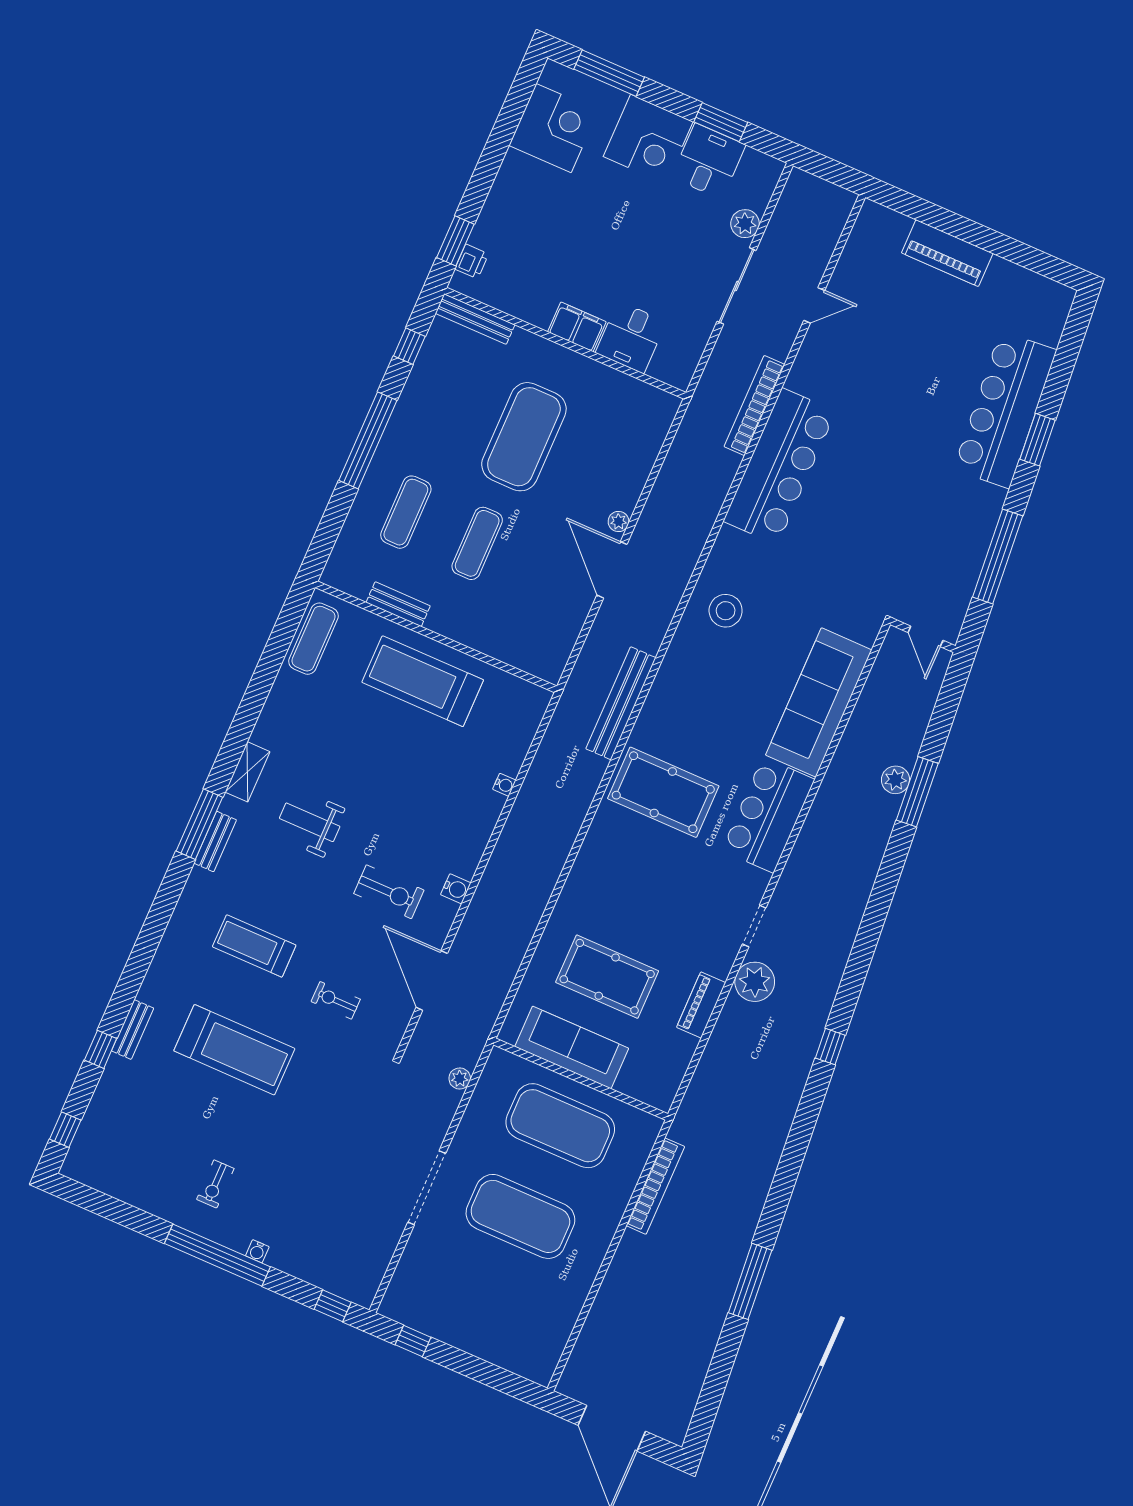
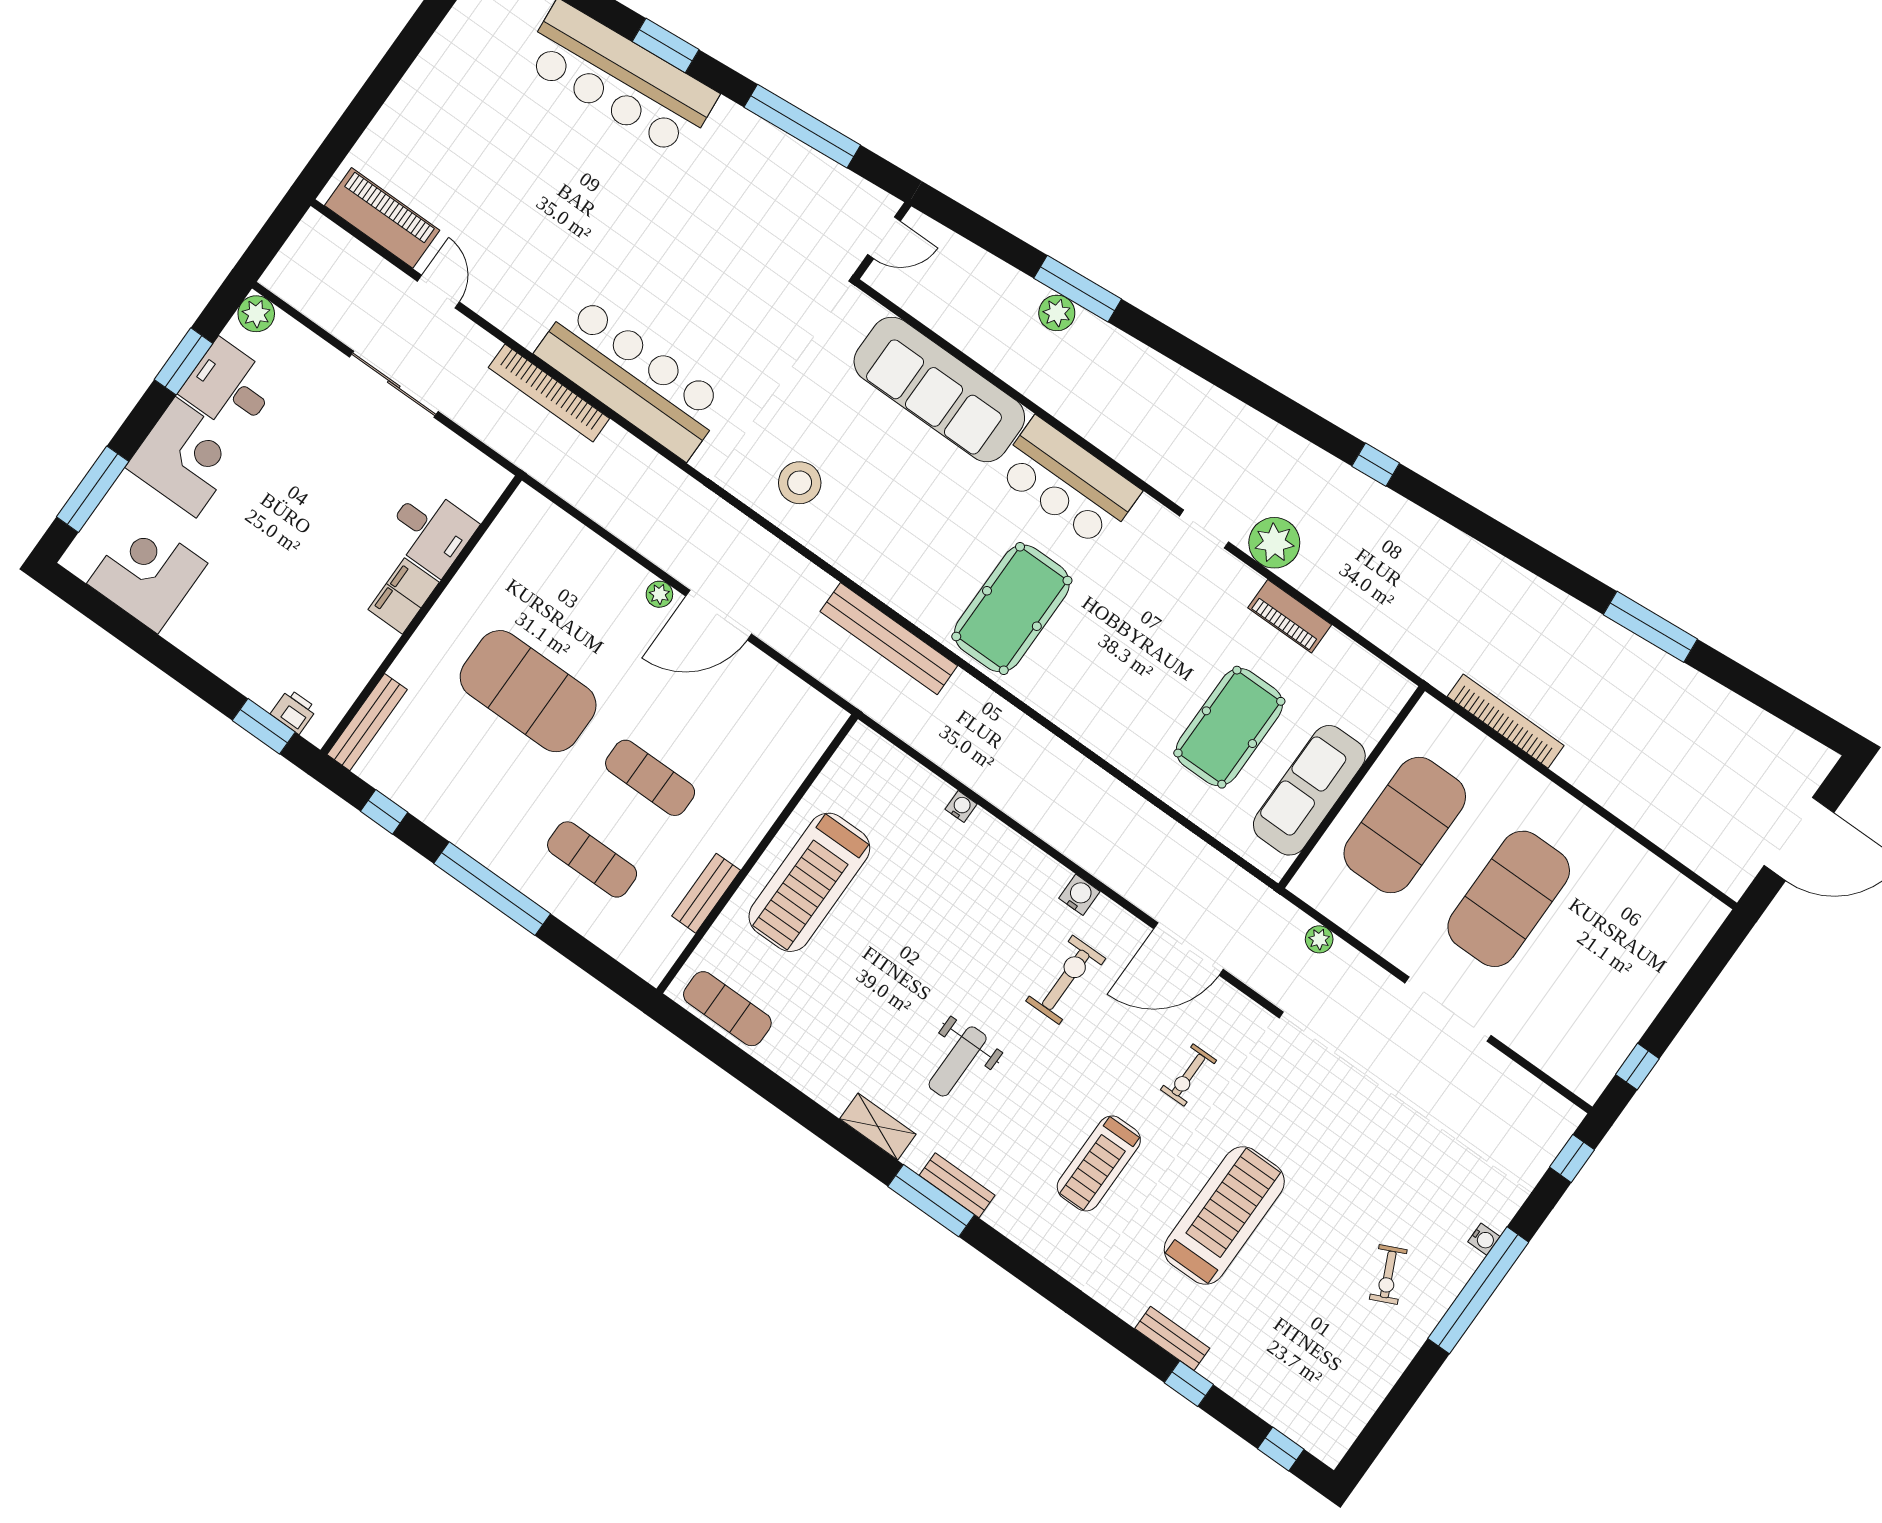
plant: (745, 224) -> (256, 314), moved
piano: (947, 253) -> (382, 218), moved, turned -90
exercise bike: (215, 1184) -> (1388, 1274), turned 65

